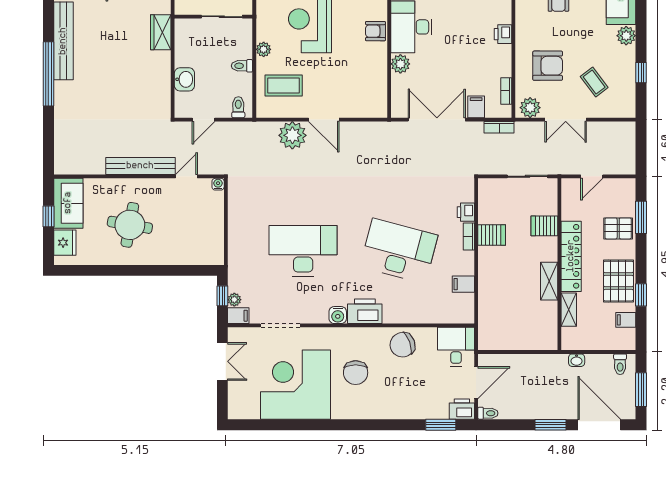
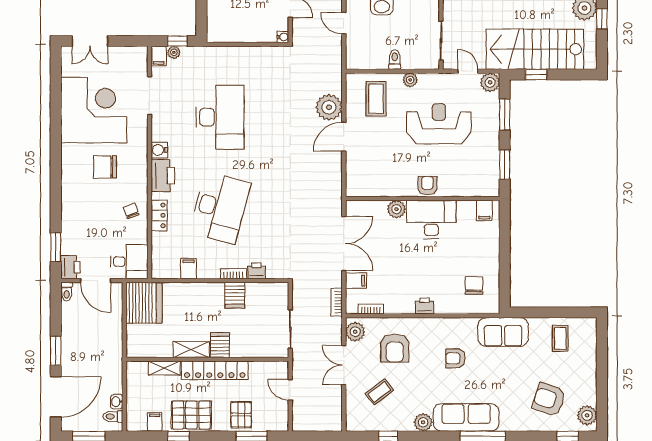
toilet: (238, 107) -> (356, 56), removed
server rack: (544, 226) -> (220, 345), moved
locker: (407, 315) -> (159, 215), added
server rack: (500, 331) -> (144, 303), added
chair: (402, 345) -> (131, 211), width x0.54, depth x0.54
washbasin: (577, 360) -> (117, 402), moved
double door: (222, 361) -> (90, 41), moved

